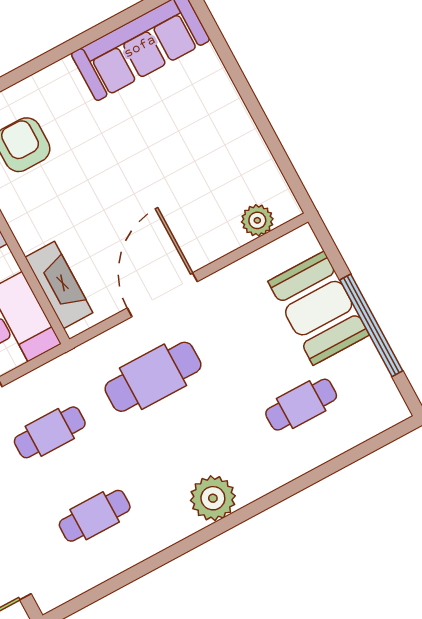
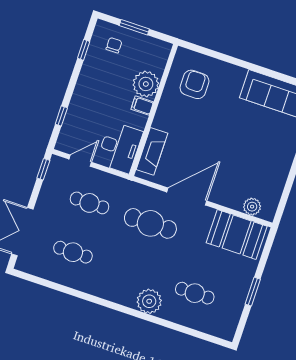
booth: (319, 308) -> (237, 234), moved, turned 90
window: (371, 325) -> (253, 292), width x0.47
plant: (213, 498) -> (149, 301), moved

